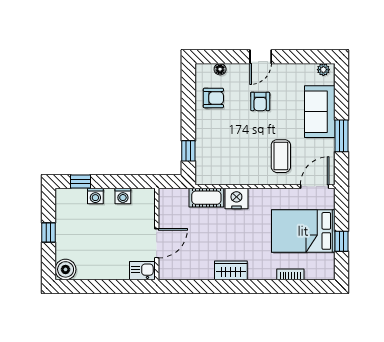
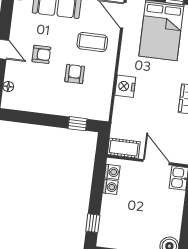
armchair: (213, 98) -> (75, 74), moved
washing machine: (95, 196) -> (112, 172), moved
cot: (206, 198) -> (124, 148), moved, turned 90

